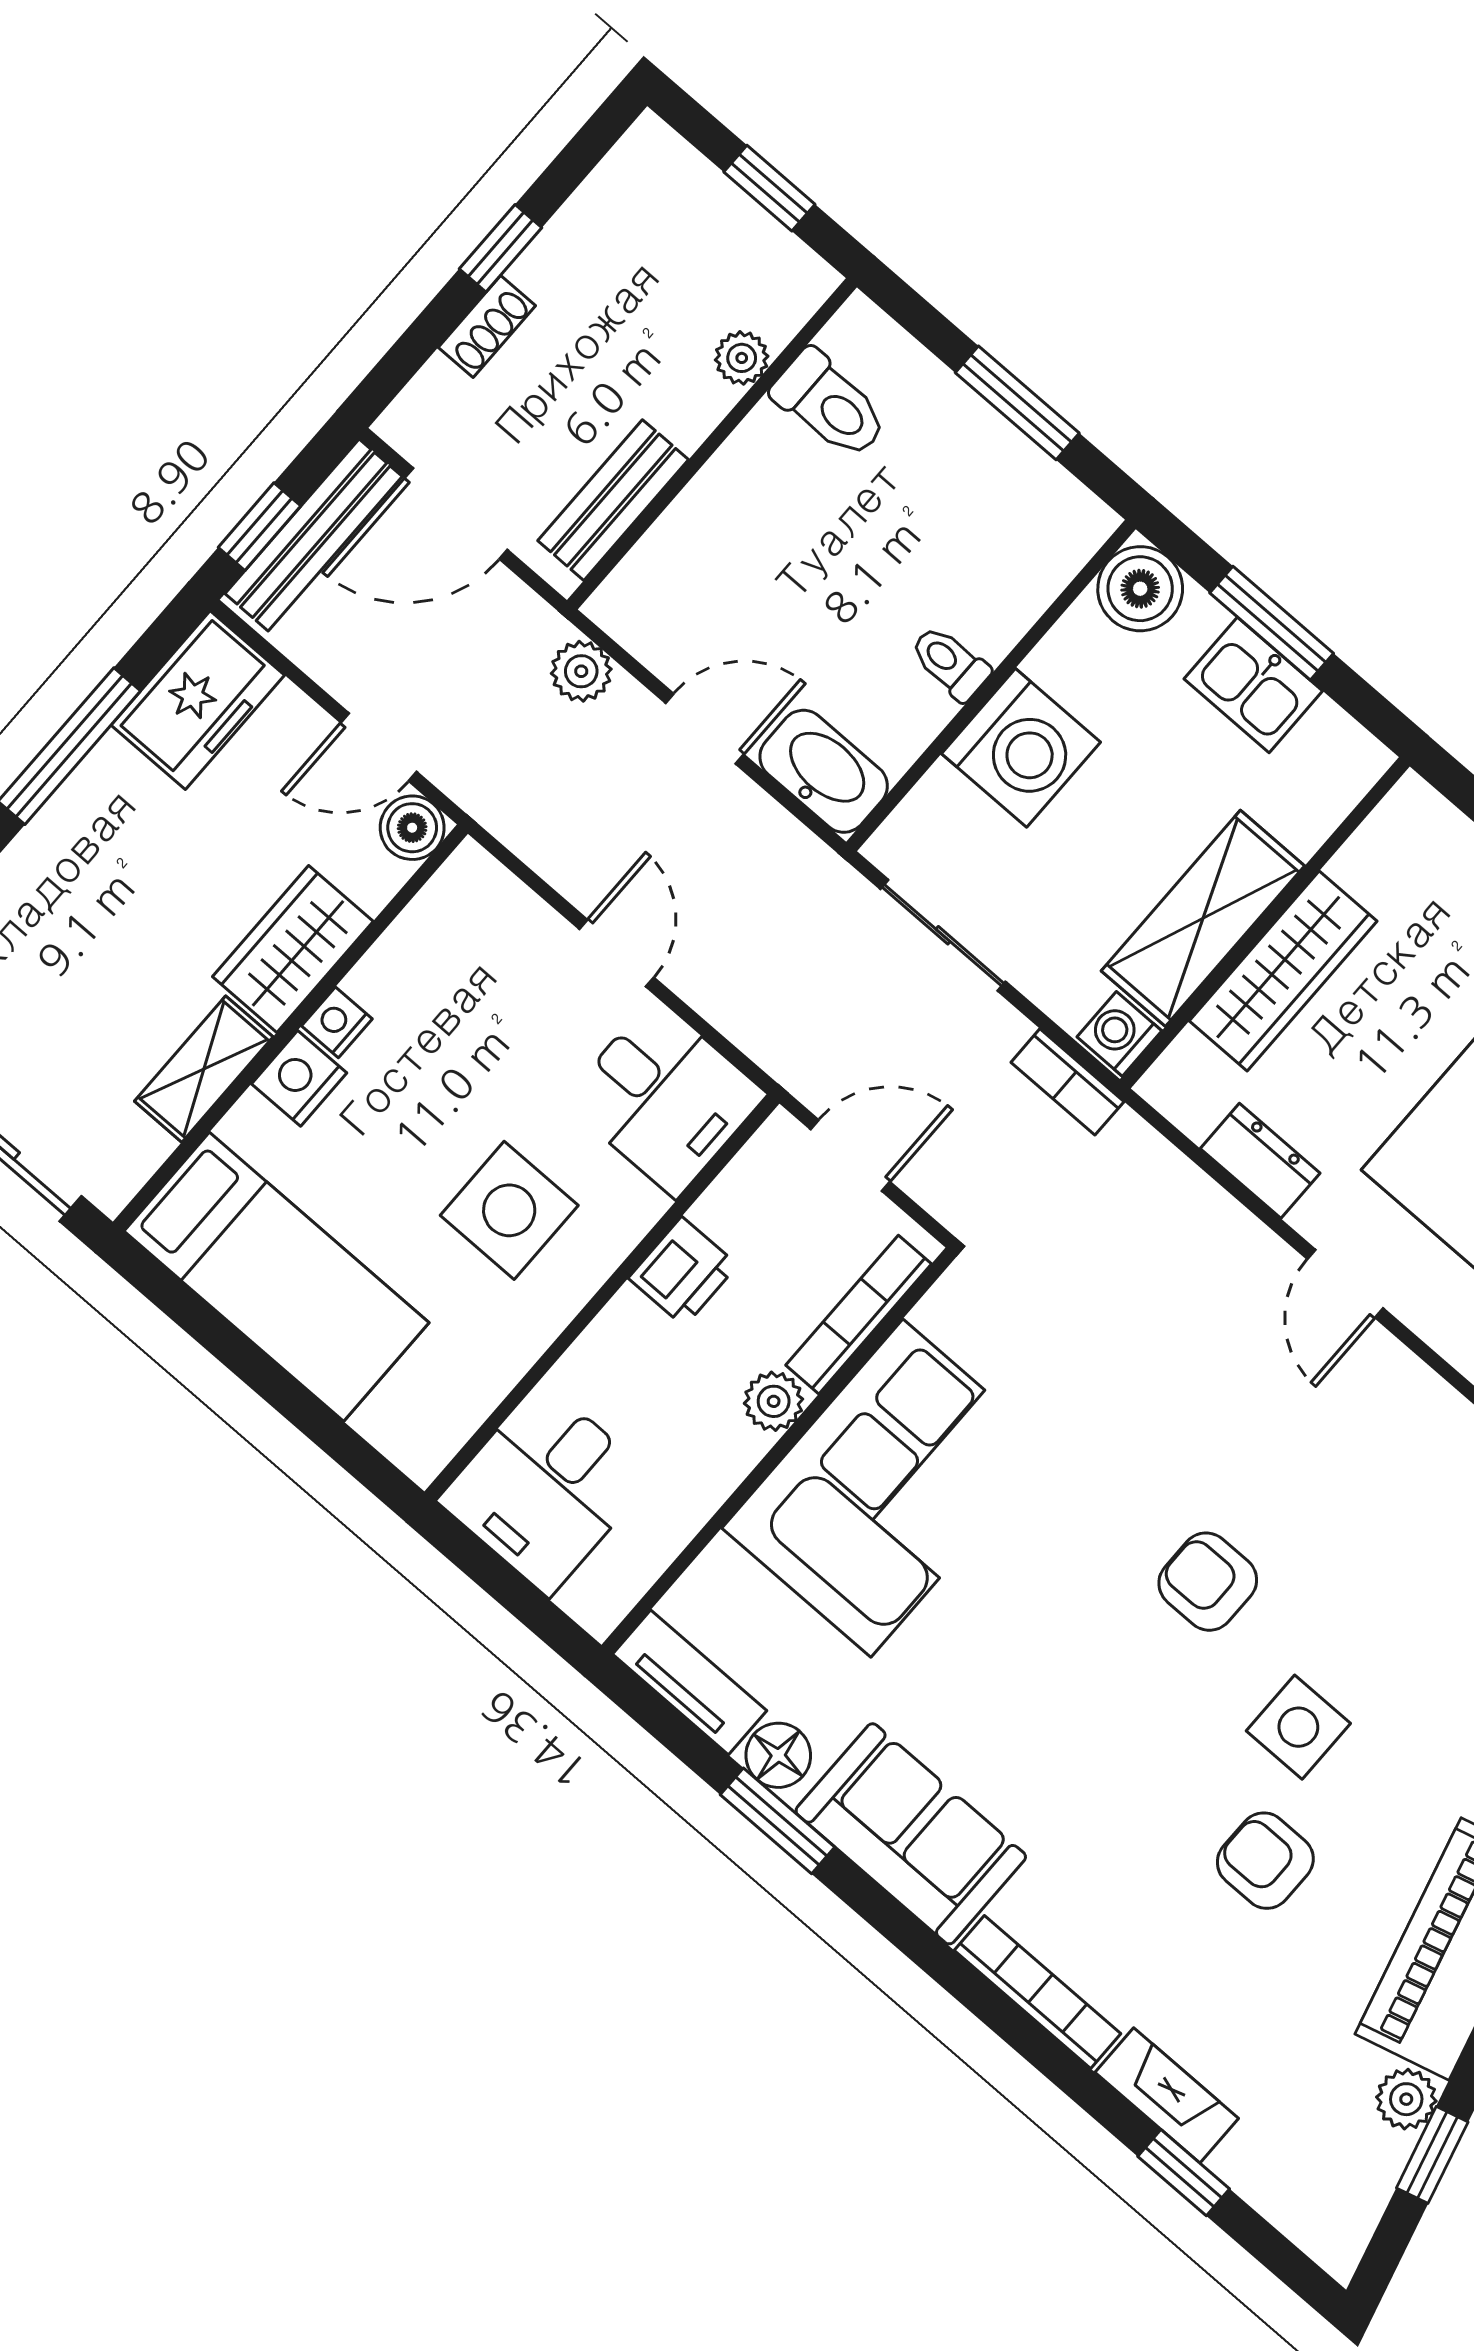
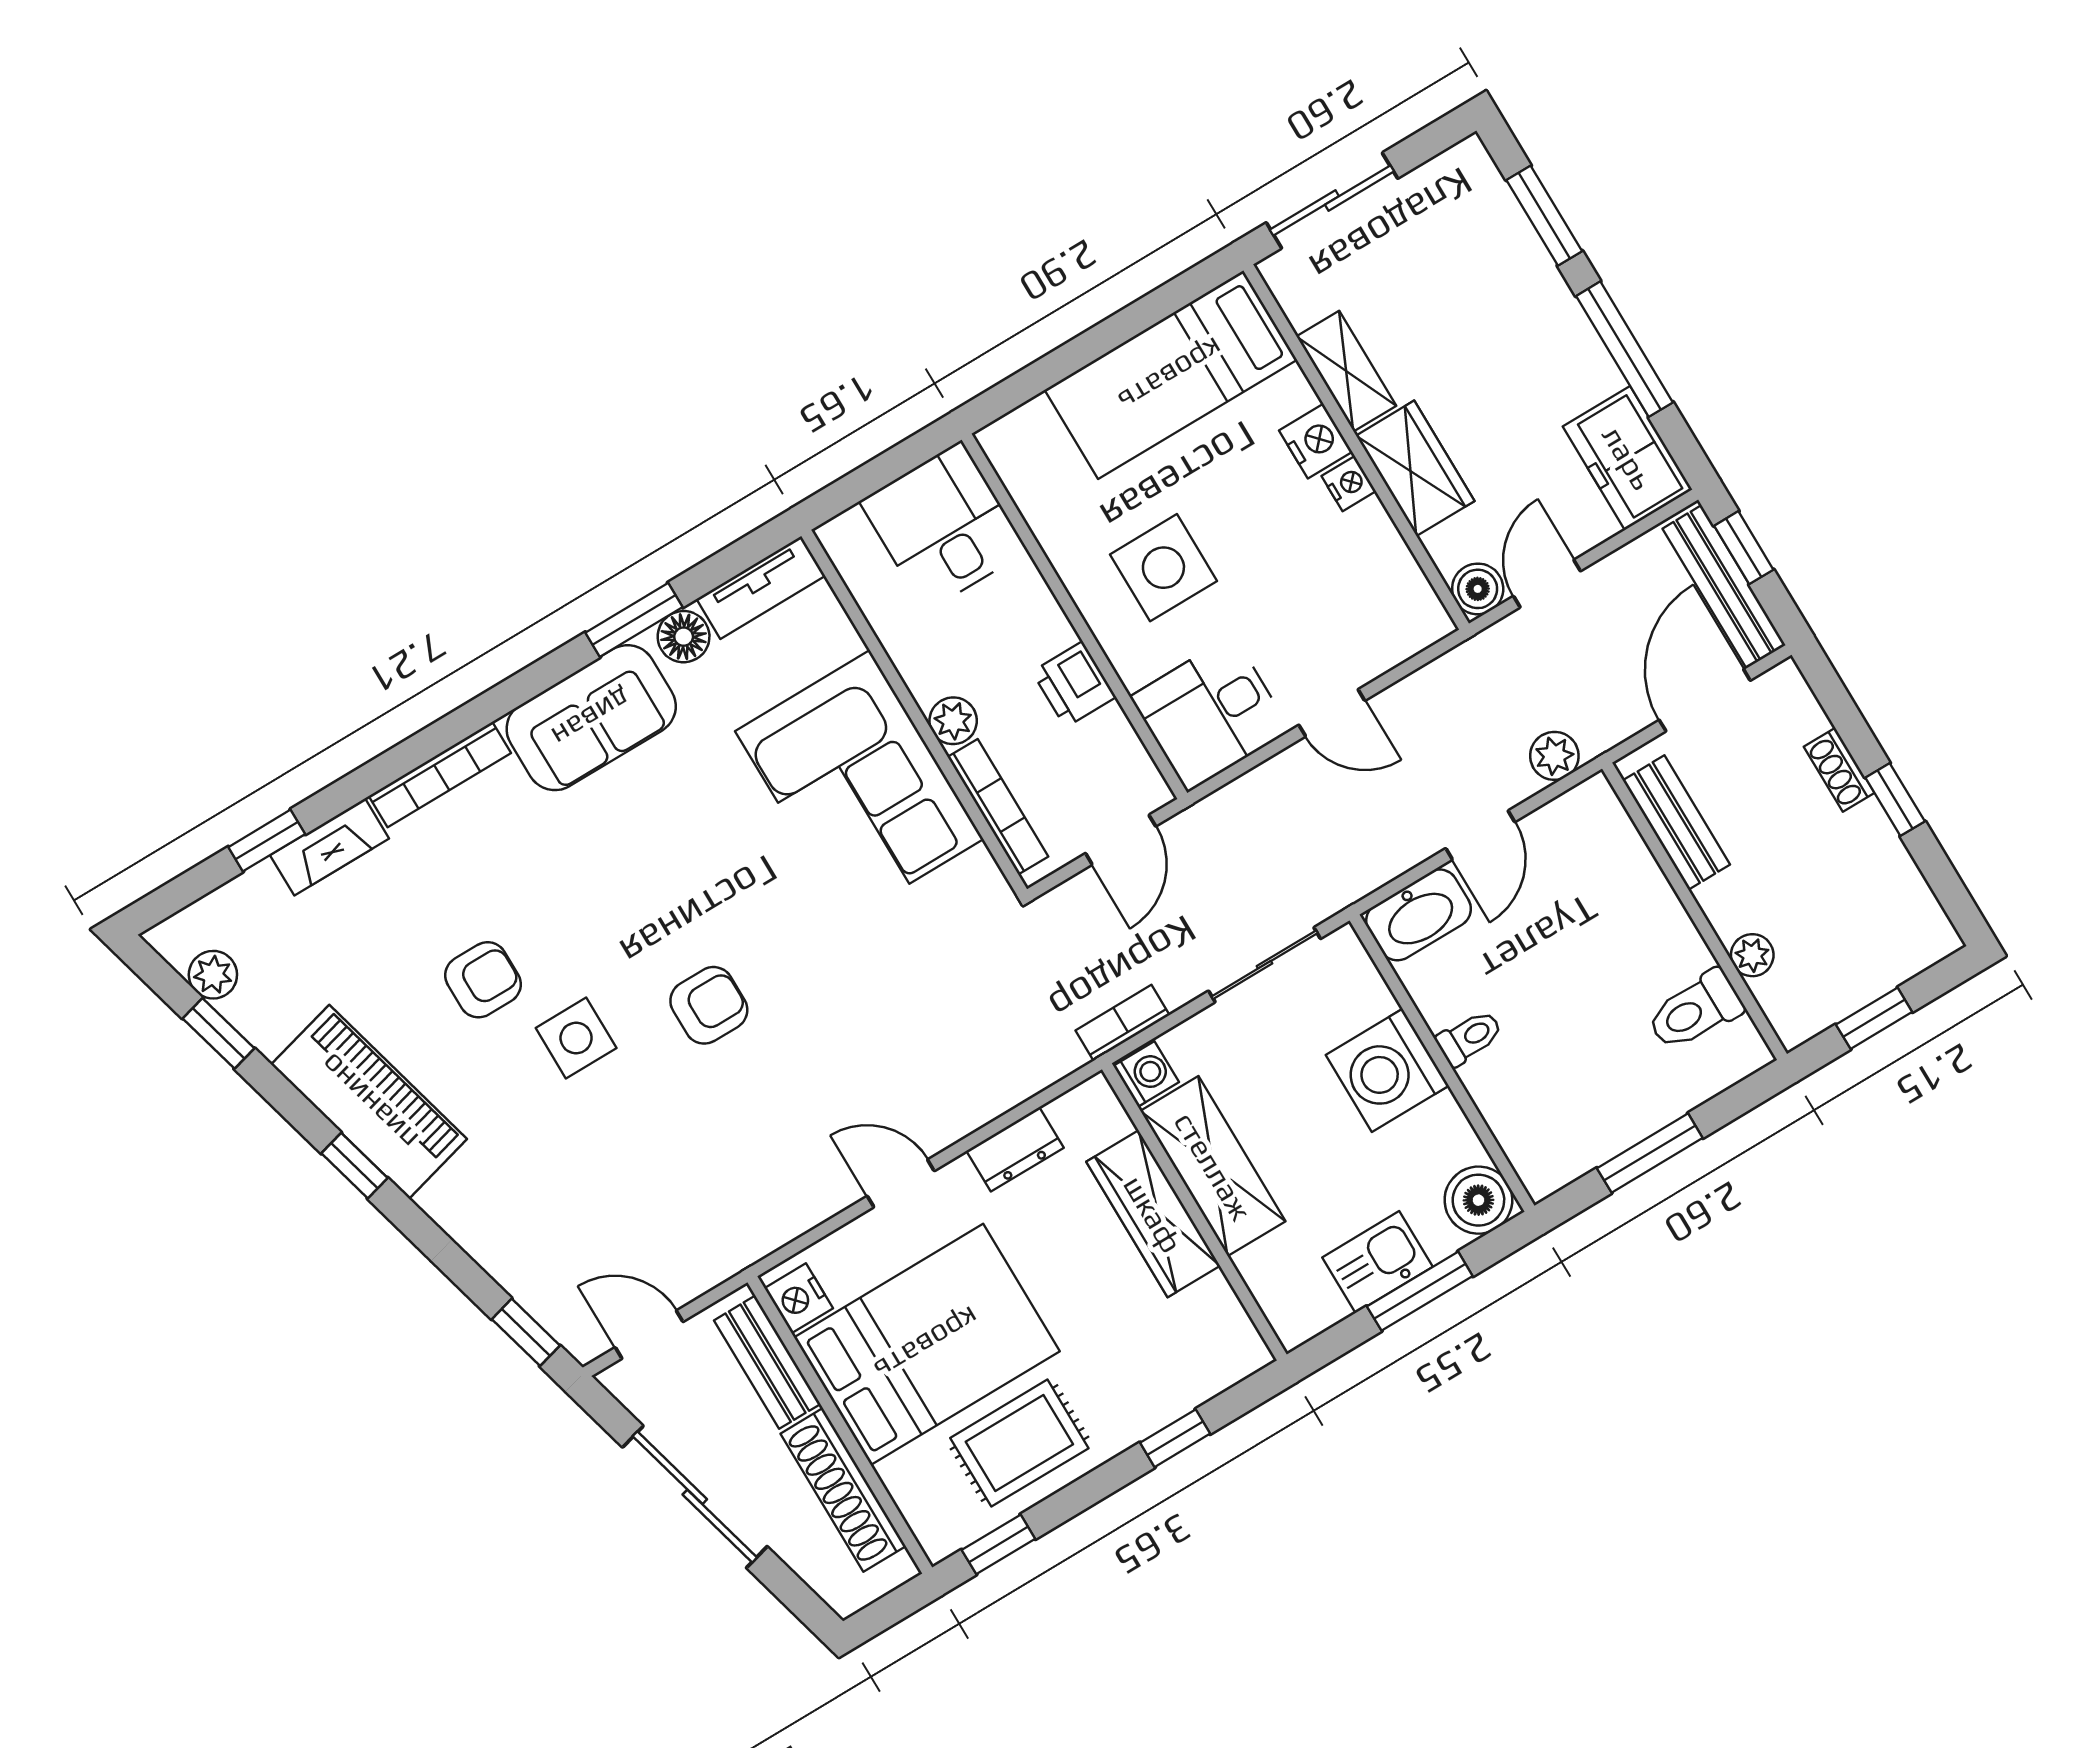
plant: (1406, 2099) -> (213, 975), moved

